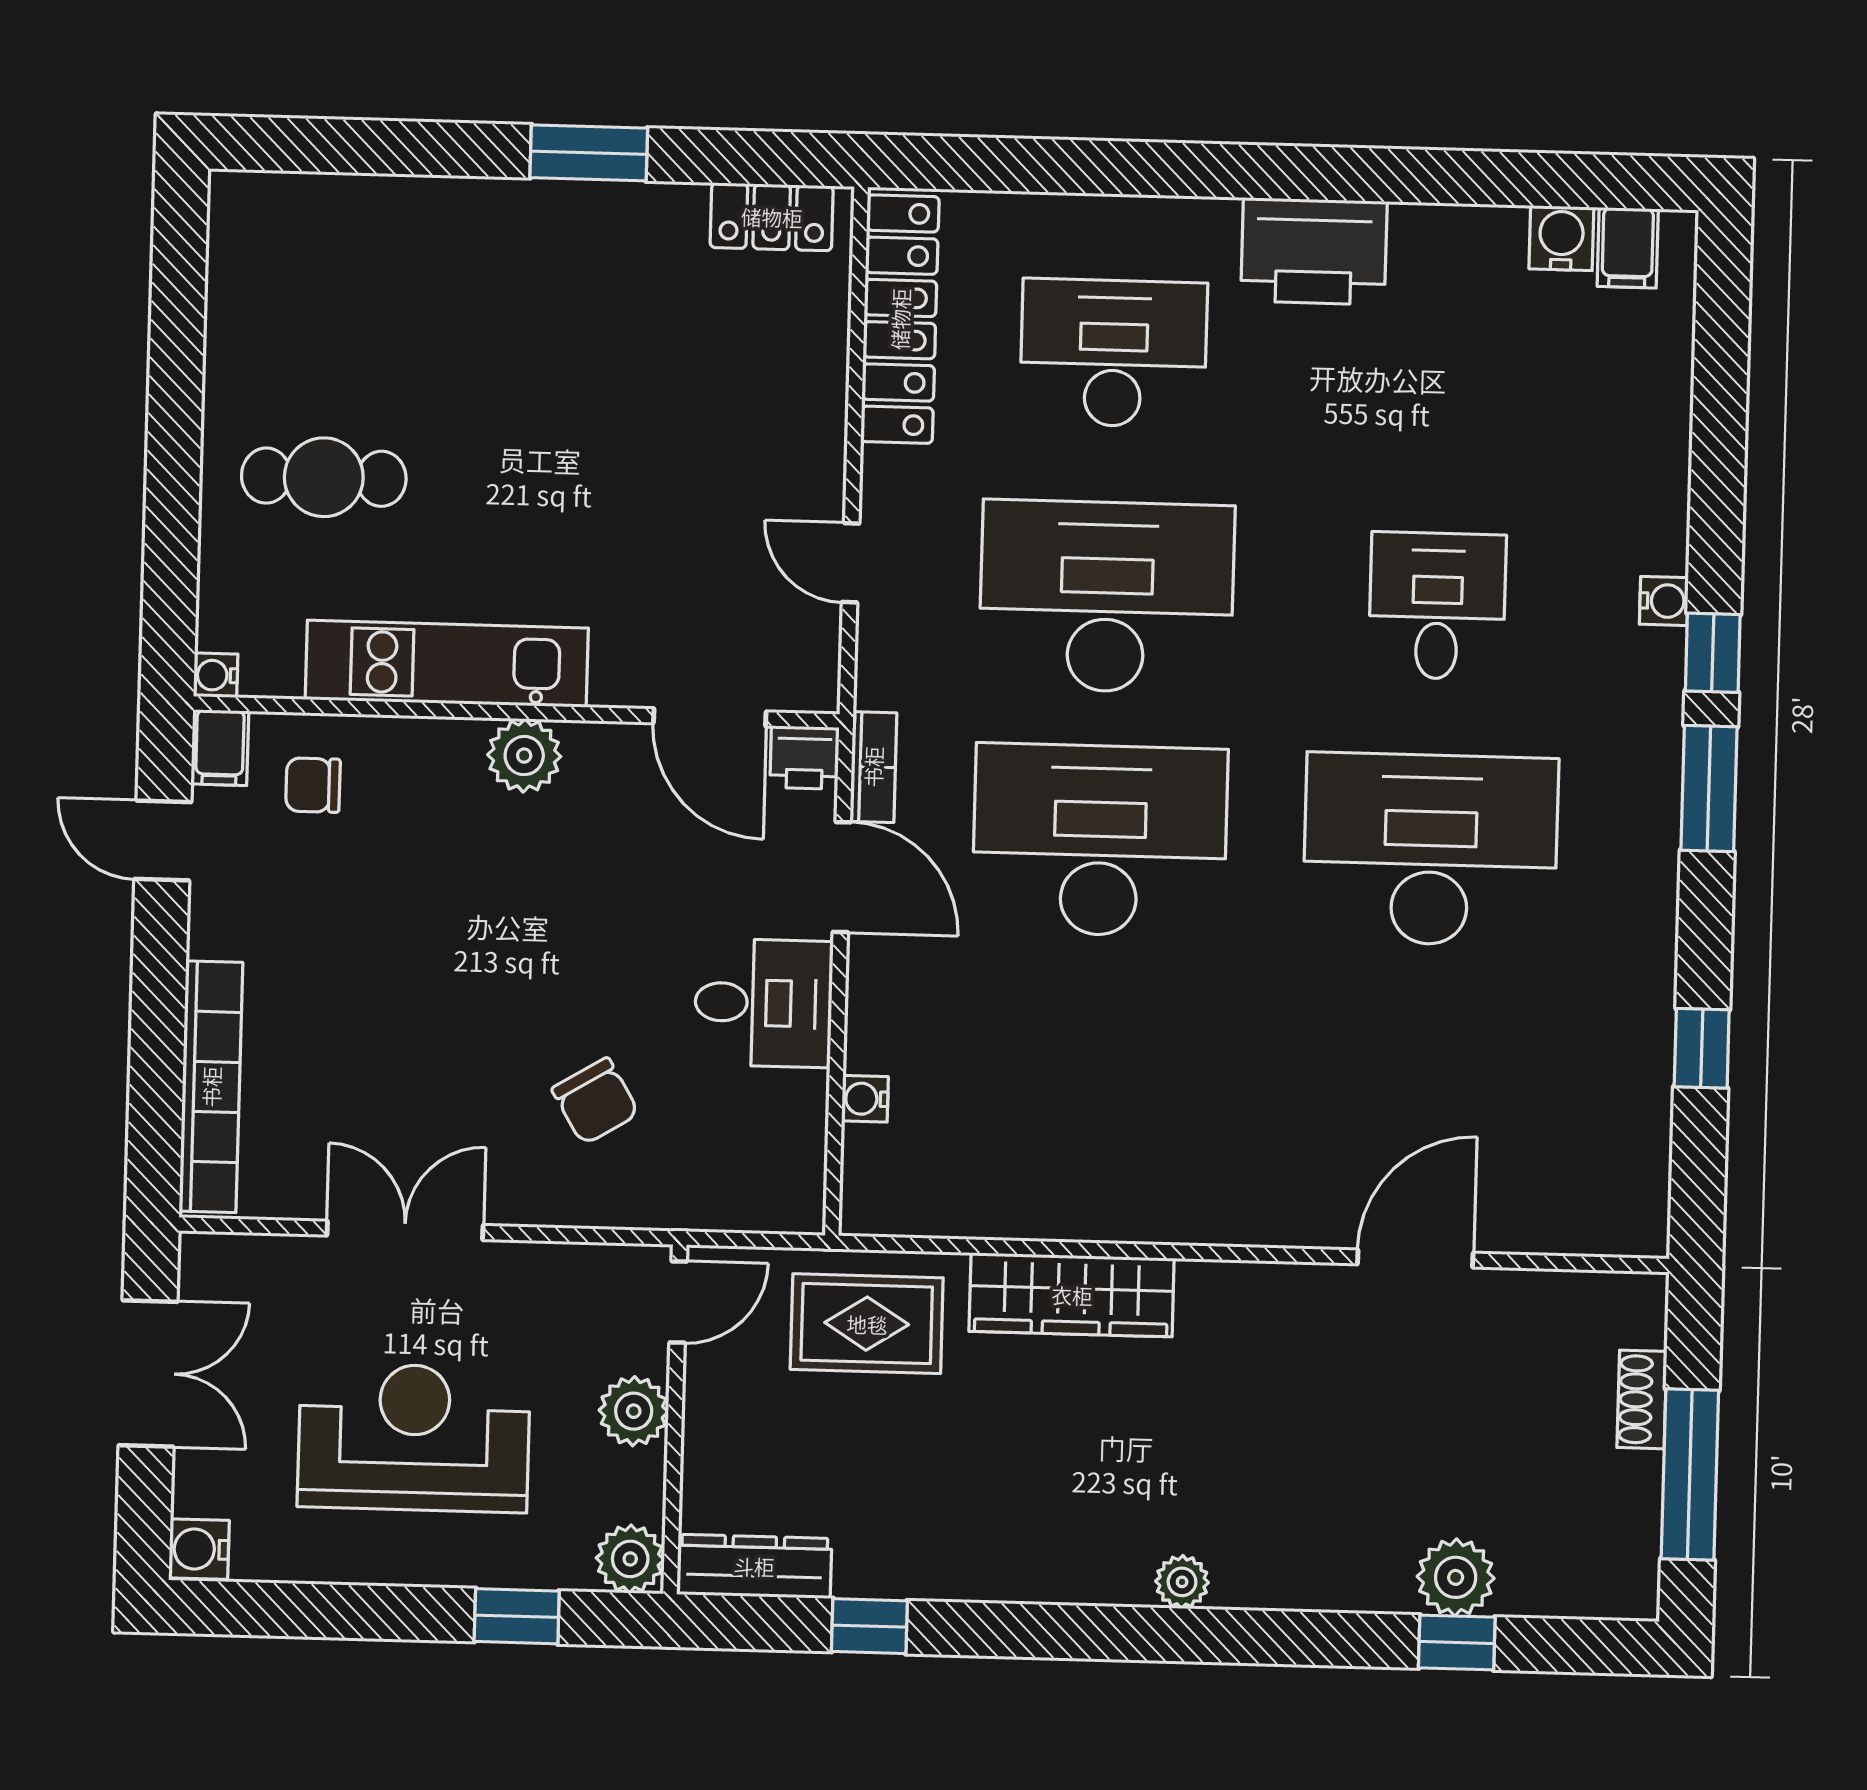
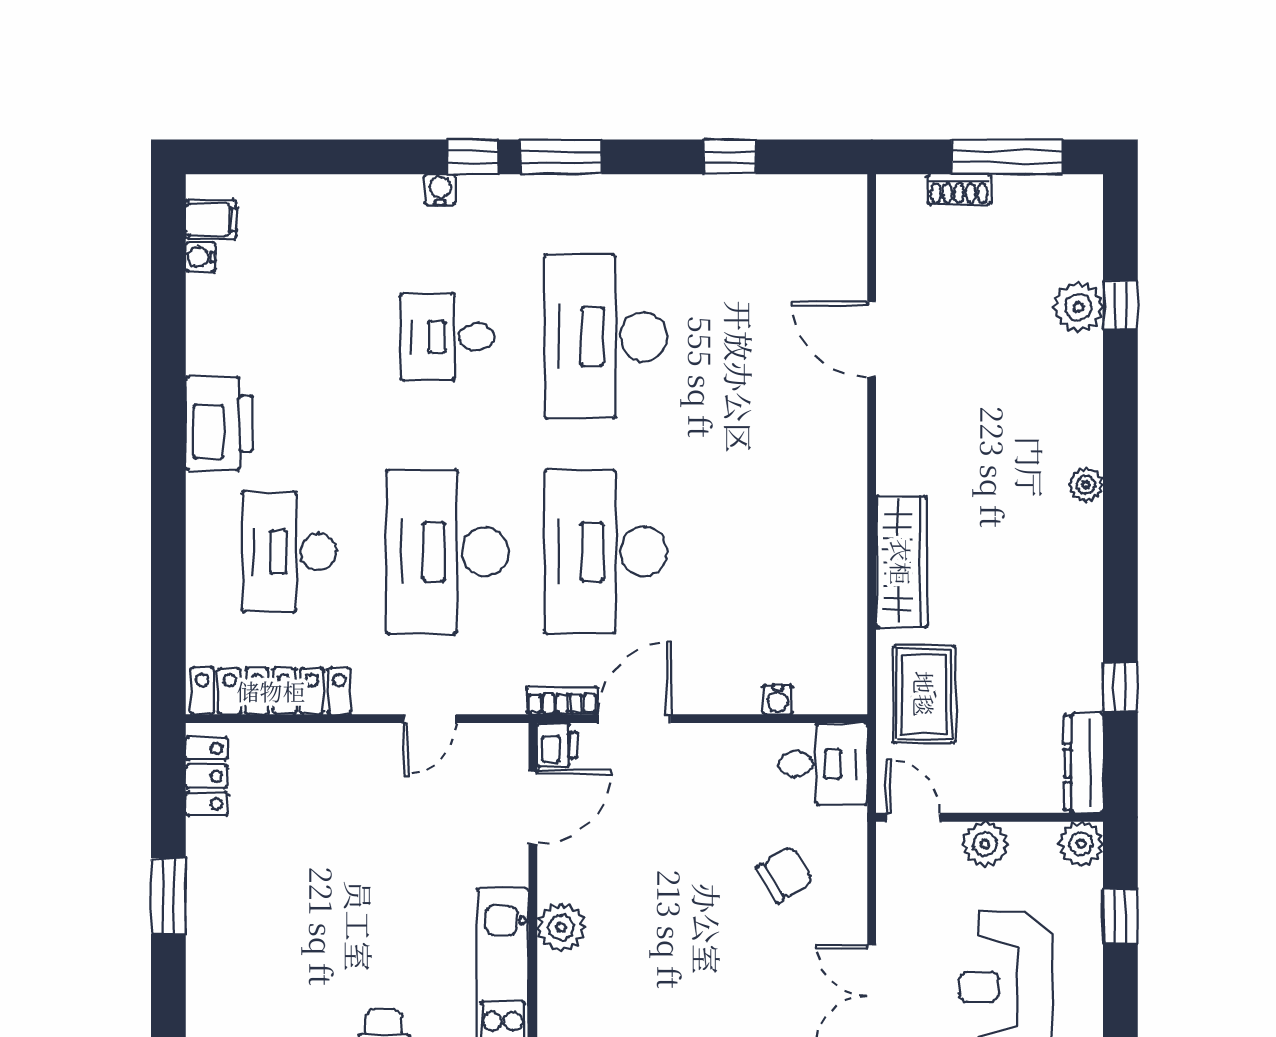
water cooler: (1561, 238) -> (200, 257), width x0.72, depth x0.72
desk: (764, 1003) -> (823, 764), moved, turned 90

